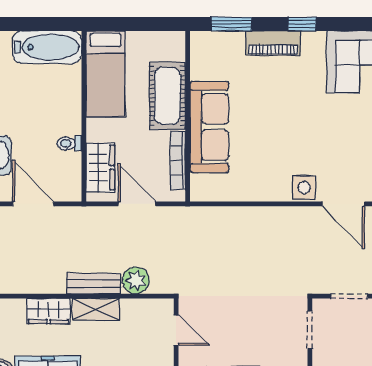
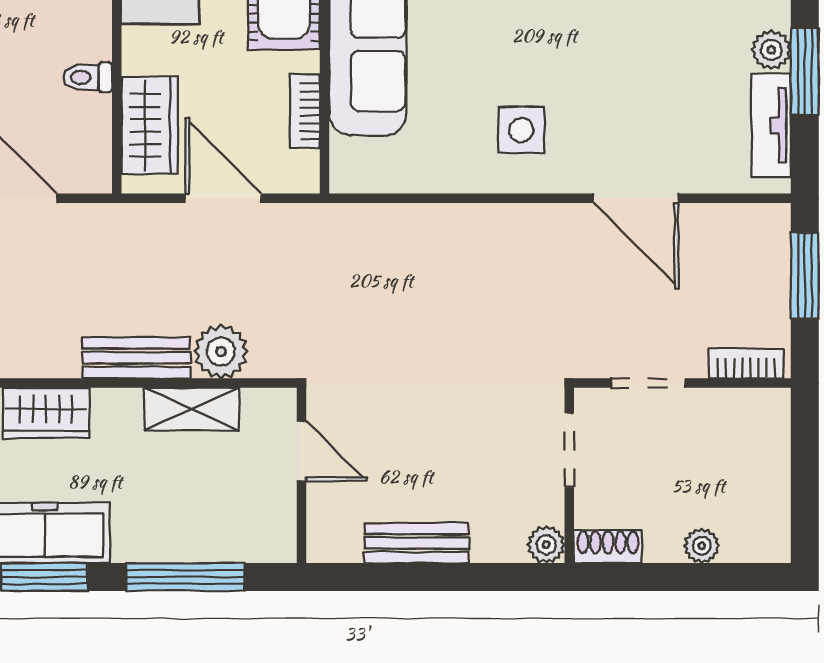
bookcase: (178, 160) -> (305, 111), width x0.64
side table: (304, 187) -> (521, 130), moved
shelving: (96, 309) -> (191, 409), moved

